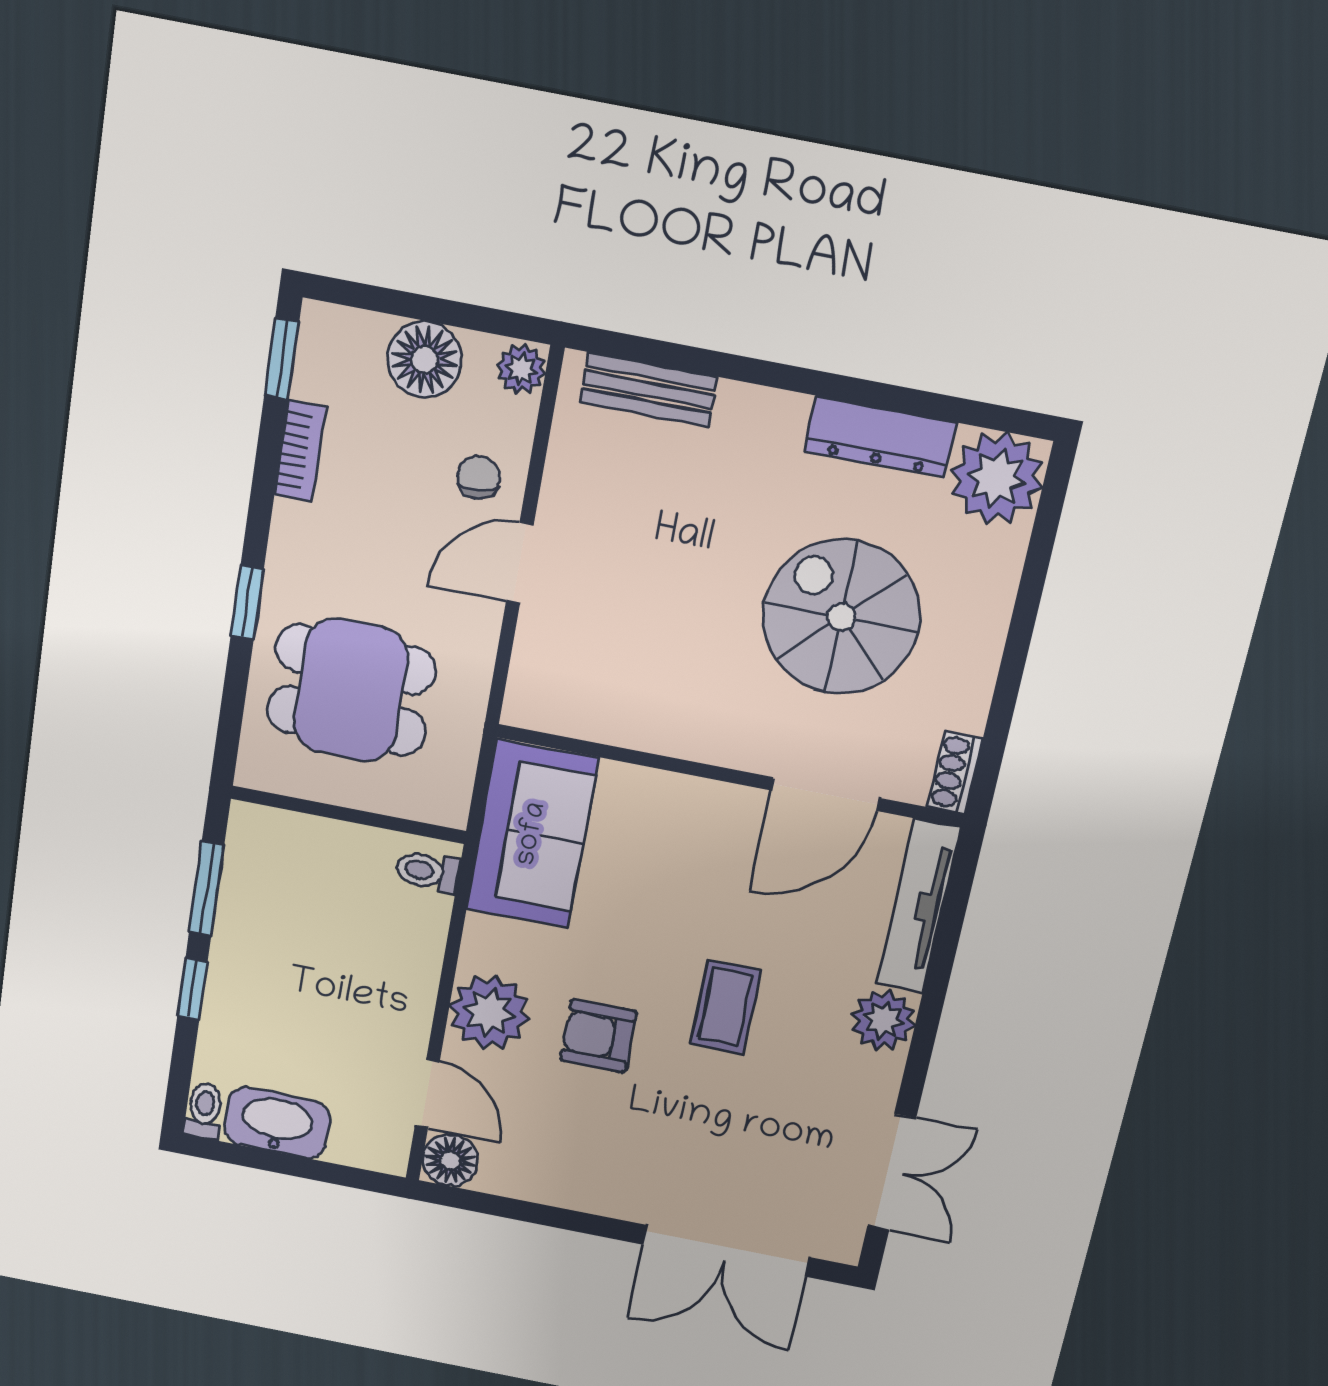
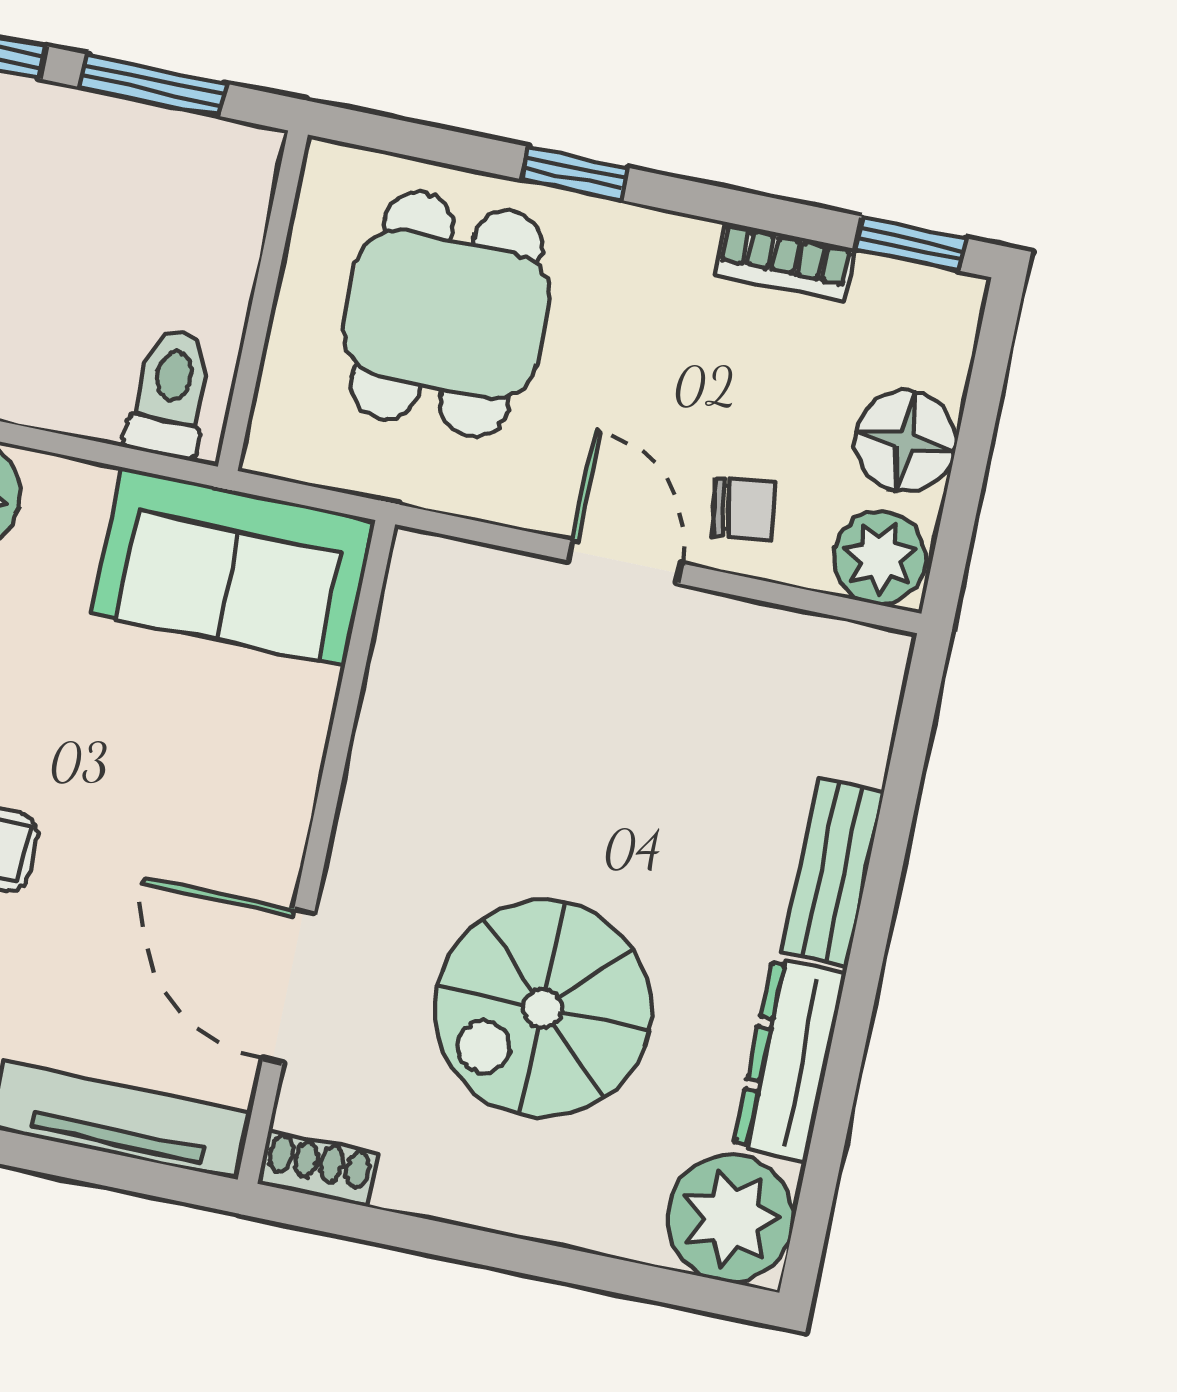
plant: (521, 369) -> (880, 558), width x1.38, depth x1.38
bench: (649, 389) -> (833, 872), moved
spiral stairs: (841, 617) -> (543, 1008), turned 180
toilet: (428, 871) -> (171, 393), width x1.37, depth x1.39

